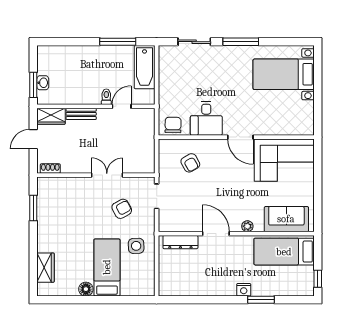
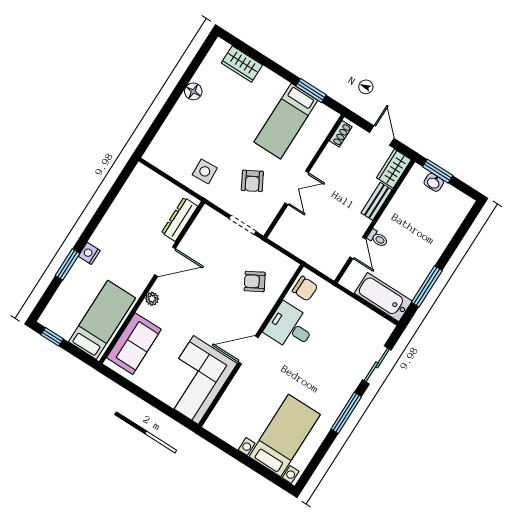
bed: (107, 267) -> (286, 121), moved, turned 90

